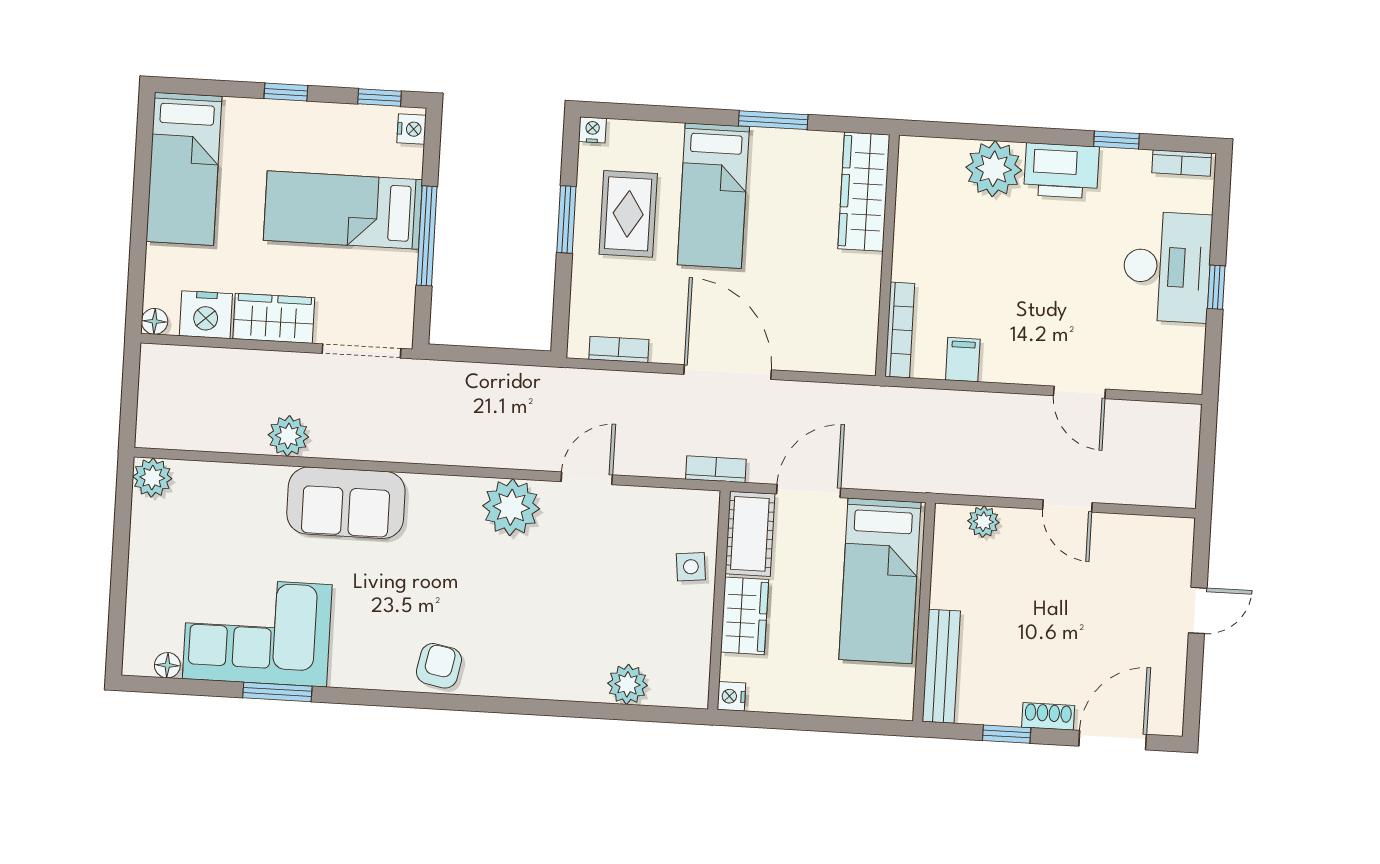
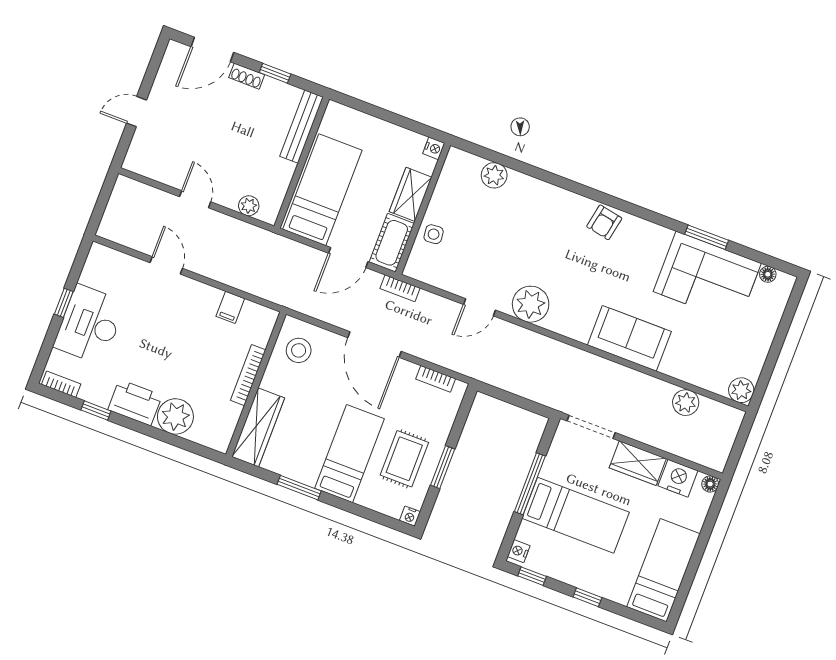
stool: (839, 327) -> (299, 350), added
bookcase: (900, 330) -> (248, 375), moved
plant: (288, 436) -> (686, 403), moved

